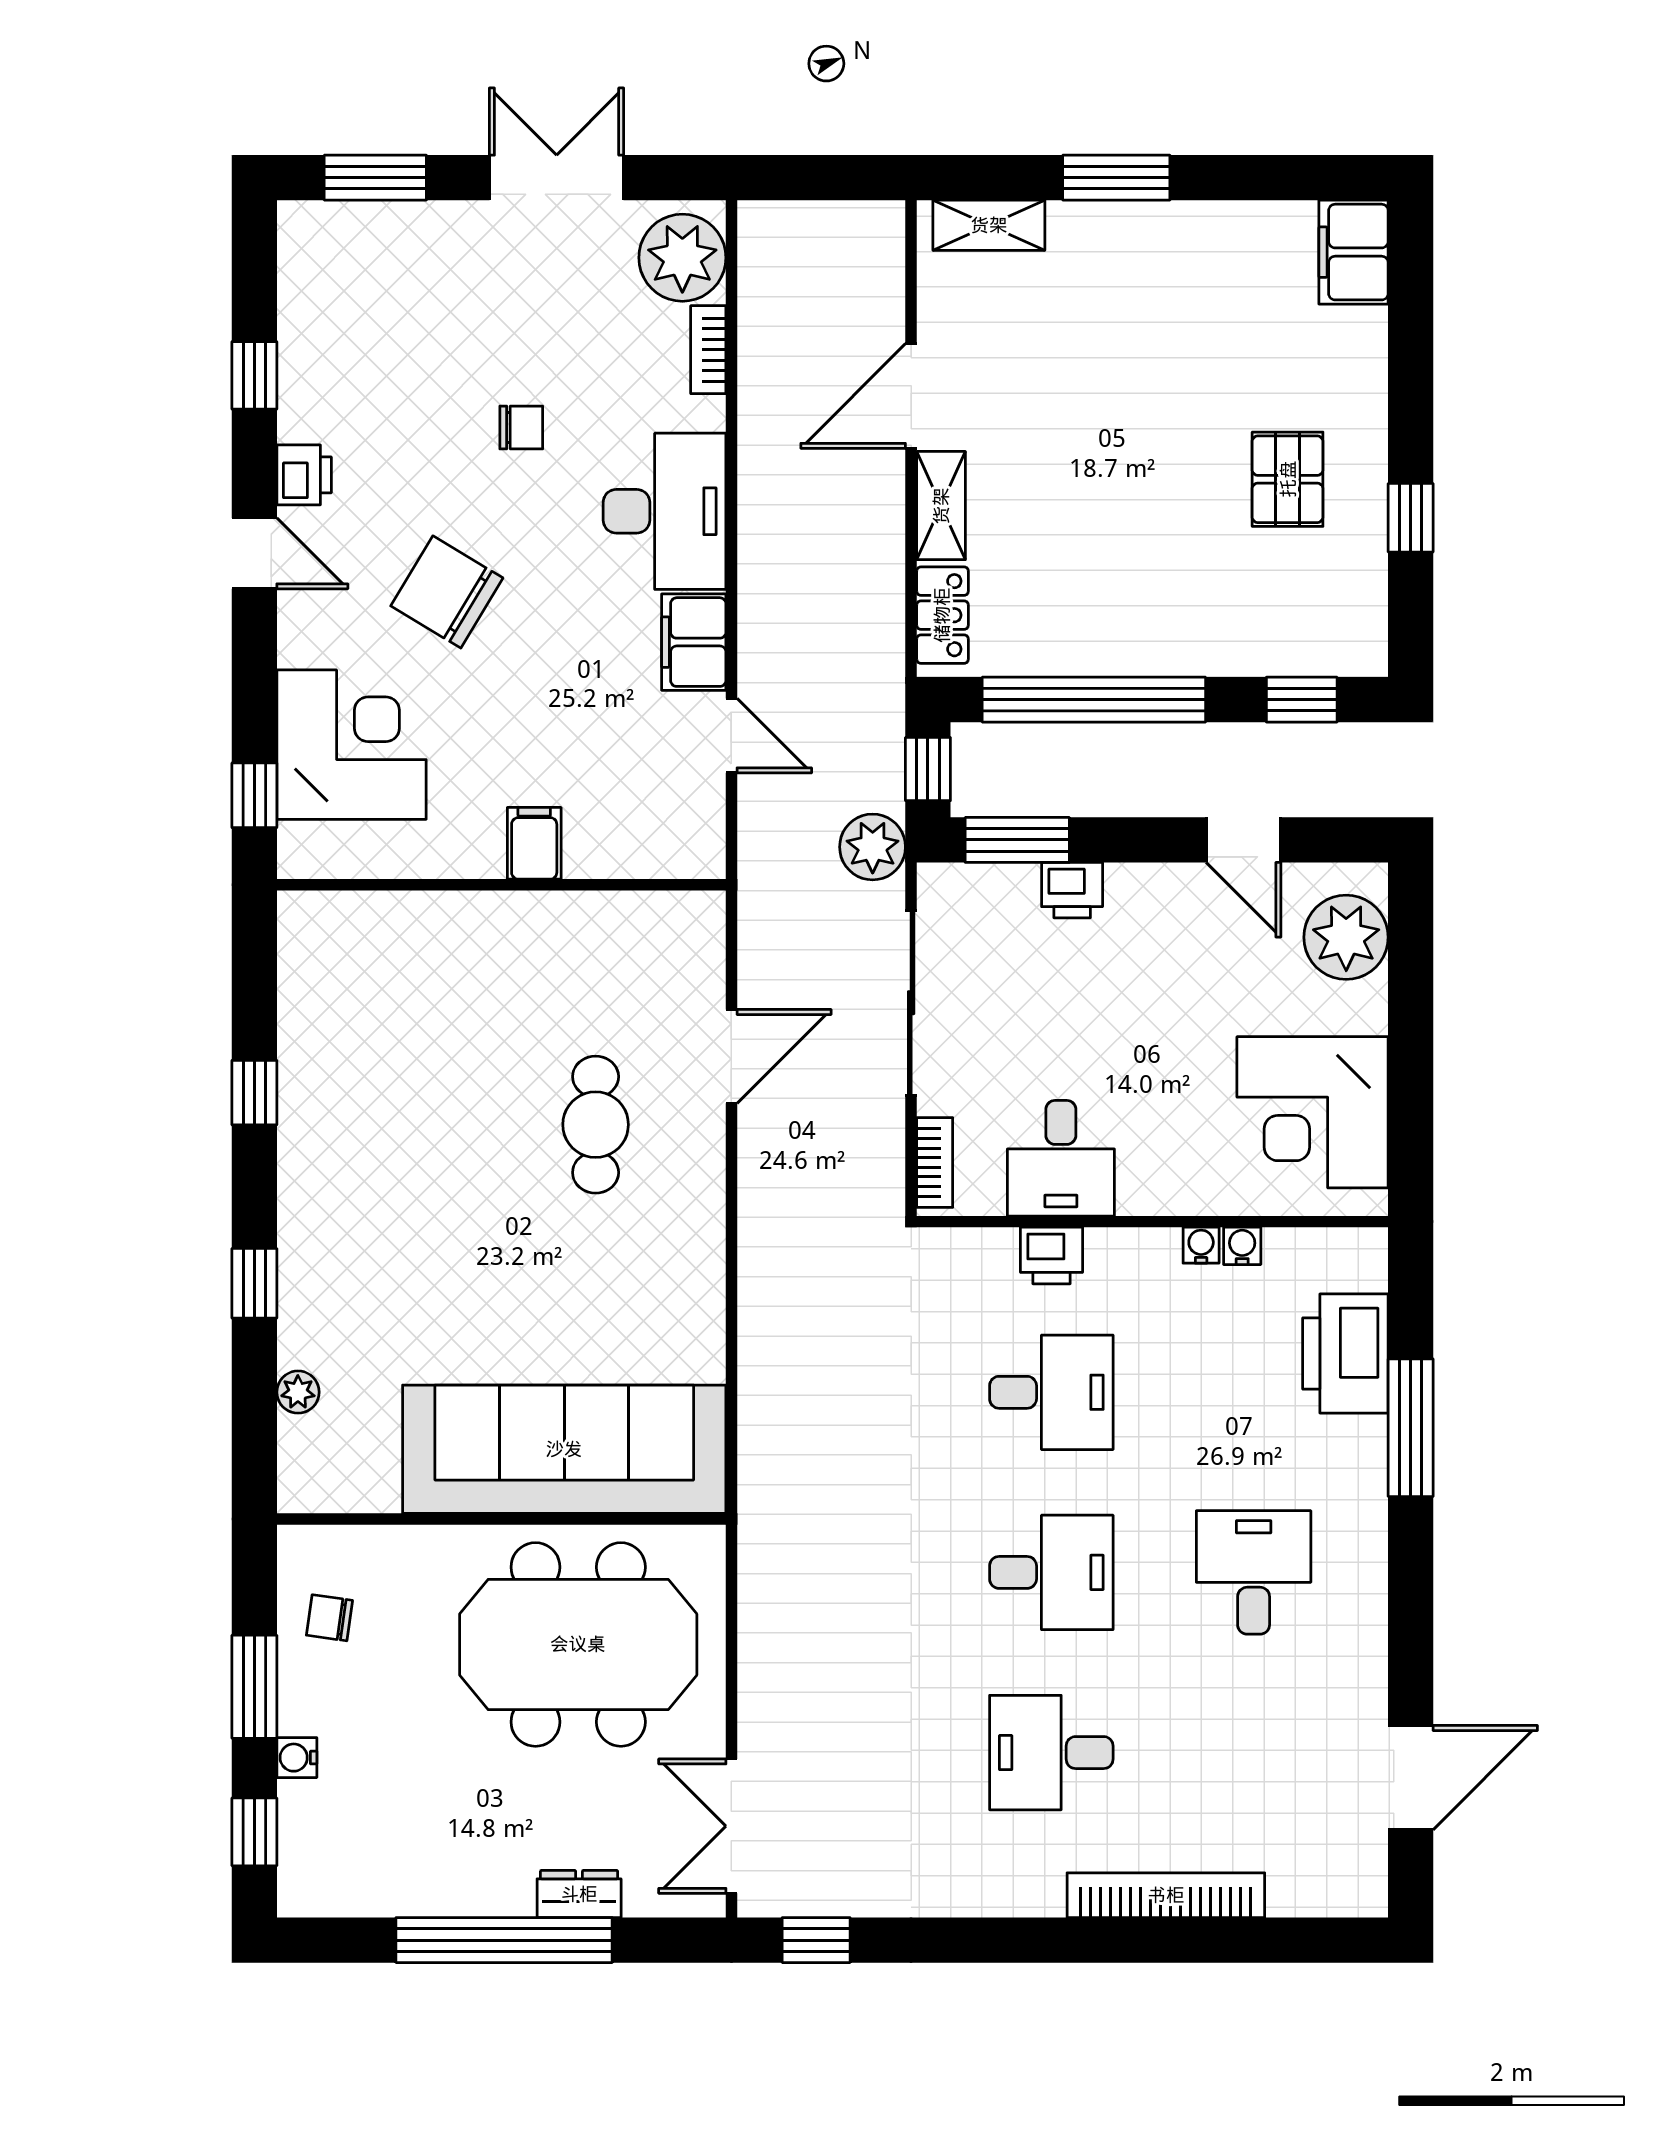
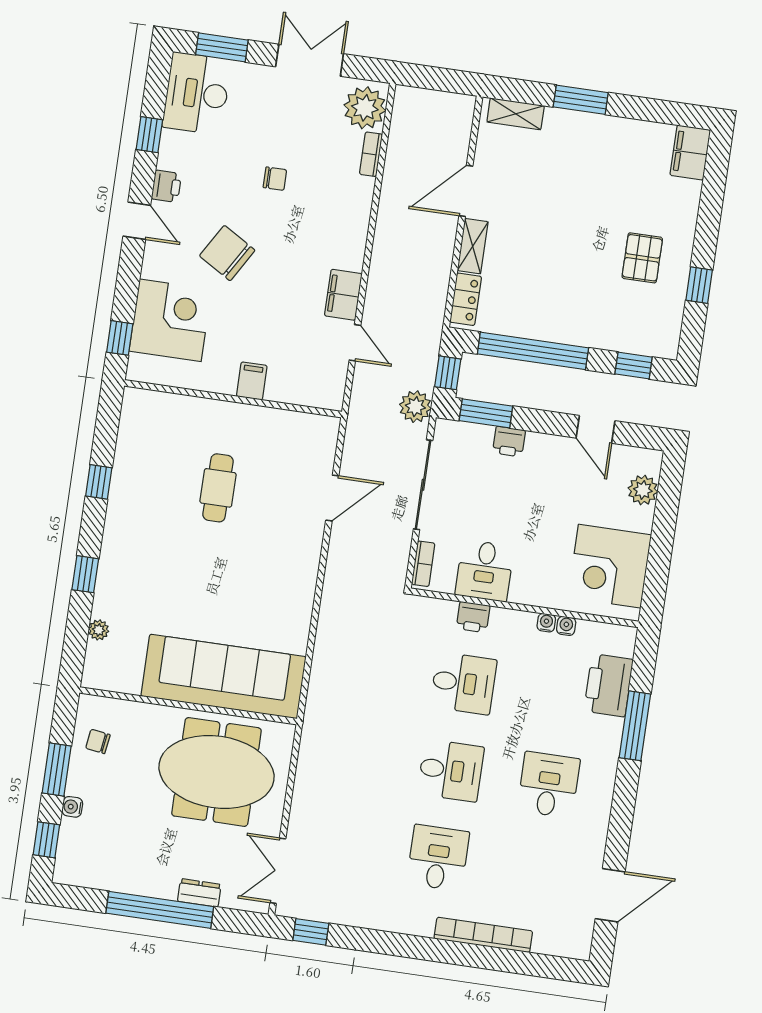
desk: (664, 511) -> (197, 93), moved, turned 180
plant: (1346, 937) -> (643, 490), width x0.73, depth x0.73
cafe table: (596, 1125) -> (218, 488), moved
desk: (1051, 1753) -> (438, 858), turned 90

